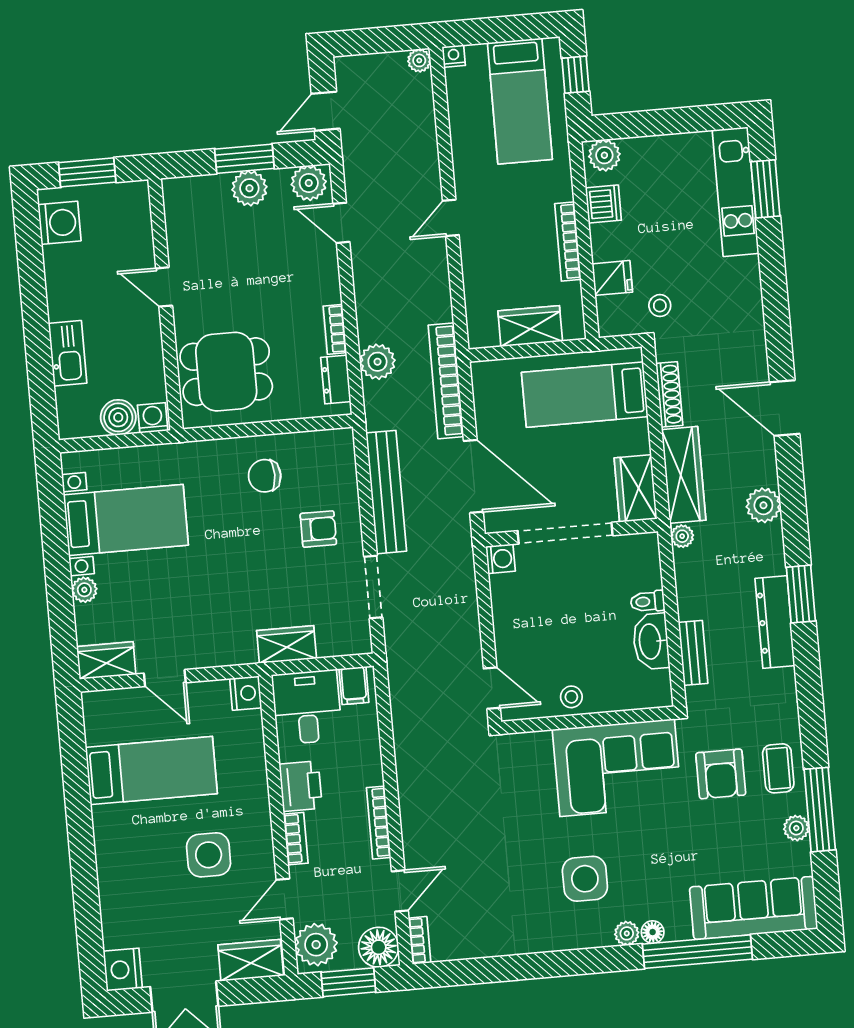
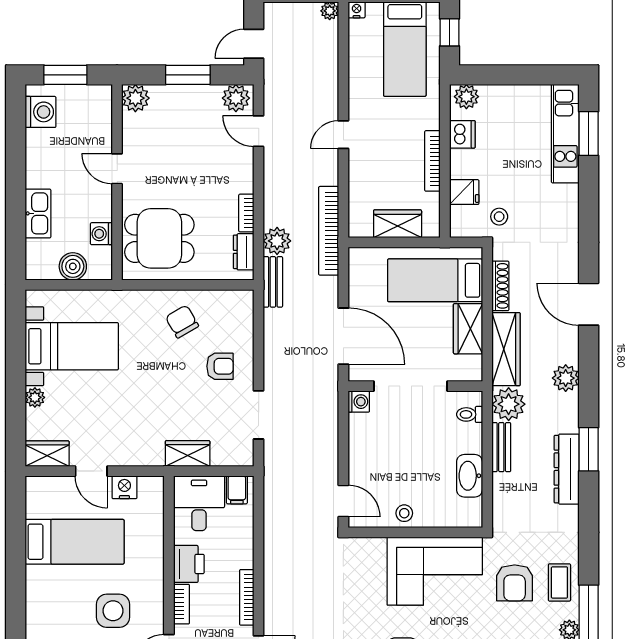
plant: (249, 188) -> (135, 98), moved
bookcase: (446, 381) -> (329, 231), moved
washing machine: (153, 418) -> (101, 234), moved, turned -90
chair: (265, 476) -> (182, 322), turned 60
wardrobe: (636, 488) -> (468, 329), moved
bench: (386, 492) -> (273, 282), moved, width x0.54, depth x0.82
plant: (682, 536) -> (509, 404), width x1.87, depth x1.87
toilet: (647, 601) -> (470, 414), moved
bench: (693, 653) -> (501, 447), moved
nightstand: (246, 693) -> (124, 487), moved, turned -90

